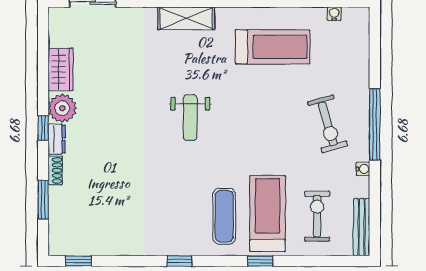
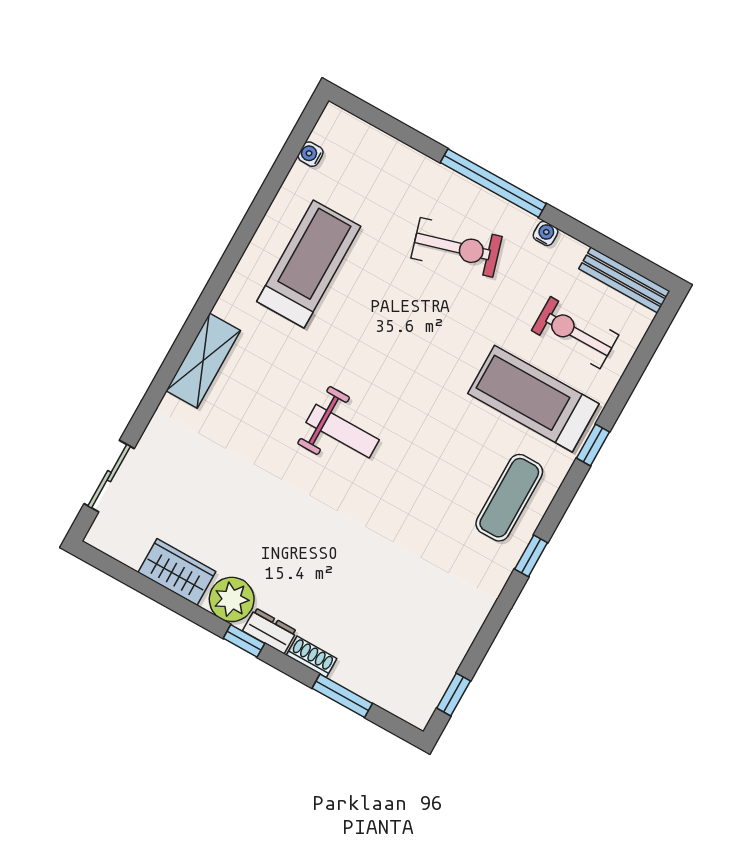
exercise mat: (224, 216) -> (509, 498), moved, turned 90

